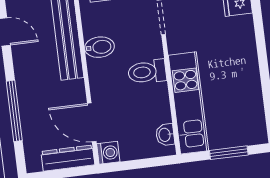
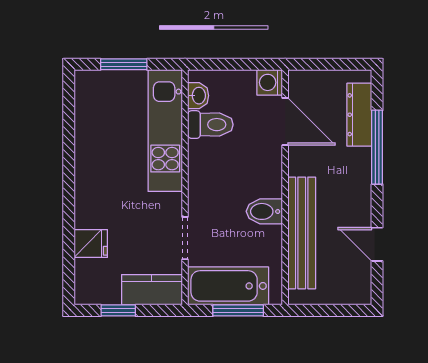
toilet: (147, 72) -> (210, 125), moved
dresser: (68, 158) -> (359, 115), moved, turned 90

